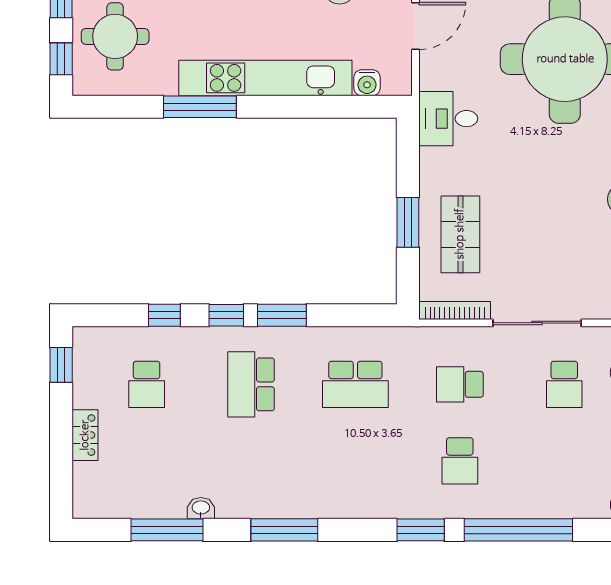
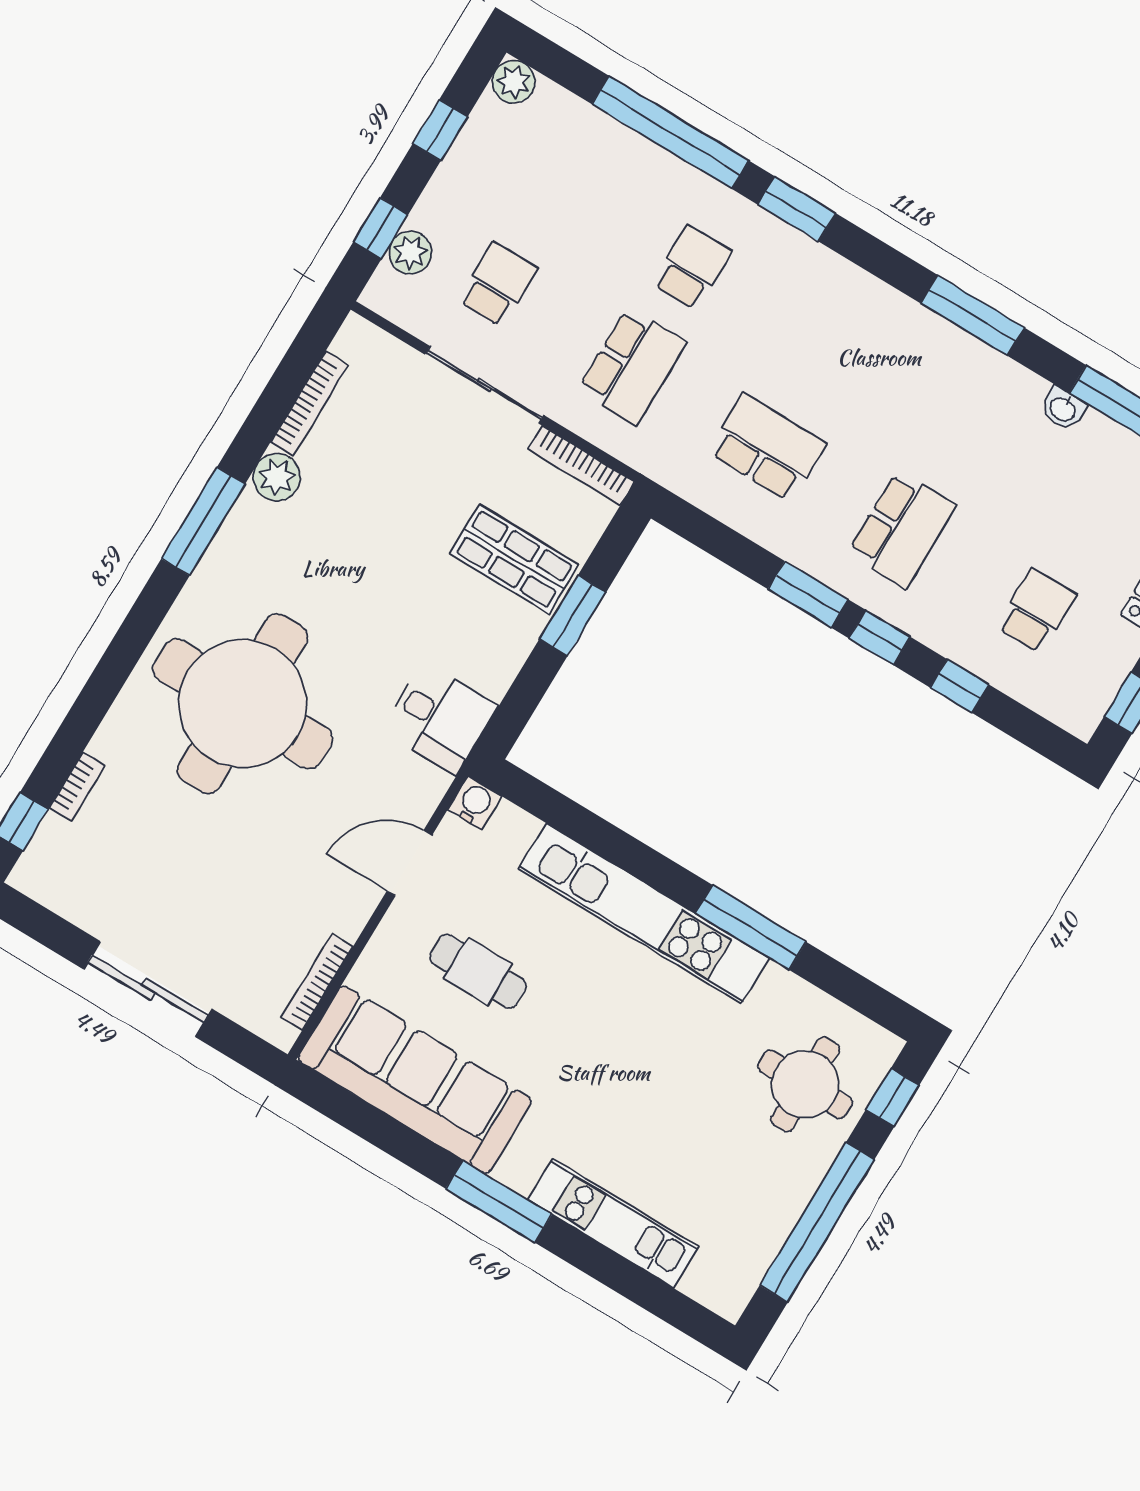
water cooler: (367, 83) -> (475, 803), moved
shop shelf: (460, 234) -> (514, 559), turned 90
school desk: (460, 384) -> (632, 366), width x1.85

